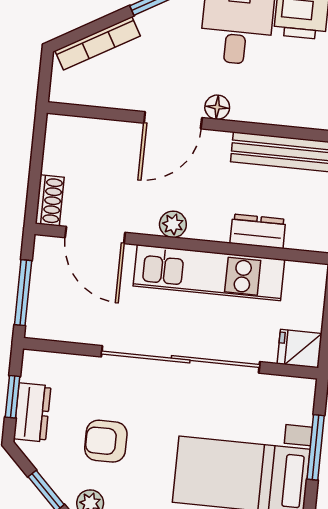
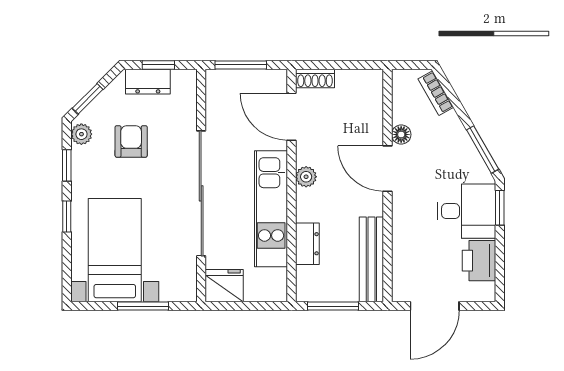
bookcase: (98, 43) -> (436, 93), width x0.64
floor lamp: (217, 107) -> (401, 135), moved
door: (95, 235) -> (292, 117), hinge flipped
fridge: (299, 349) -> (224, 286), width x1.38

